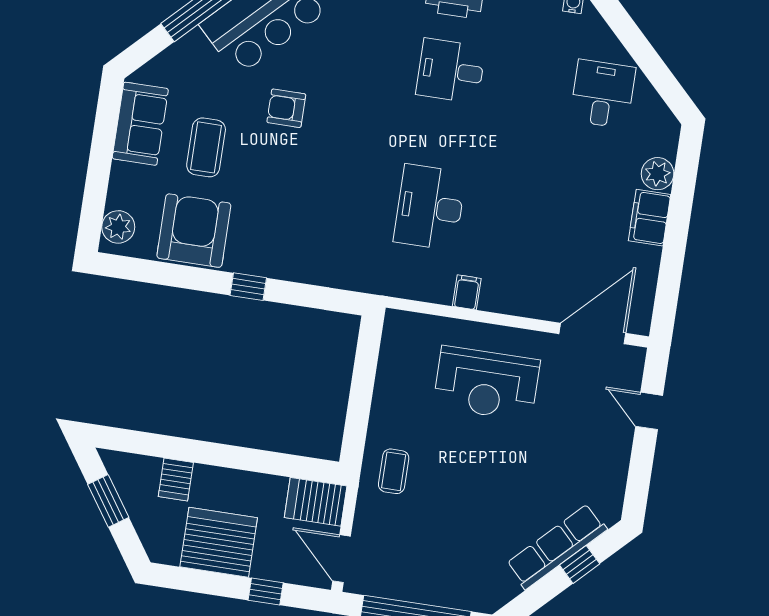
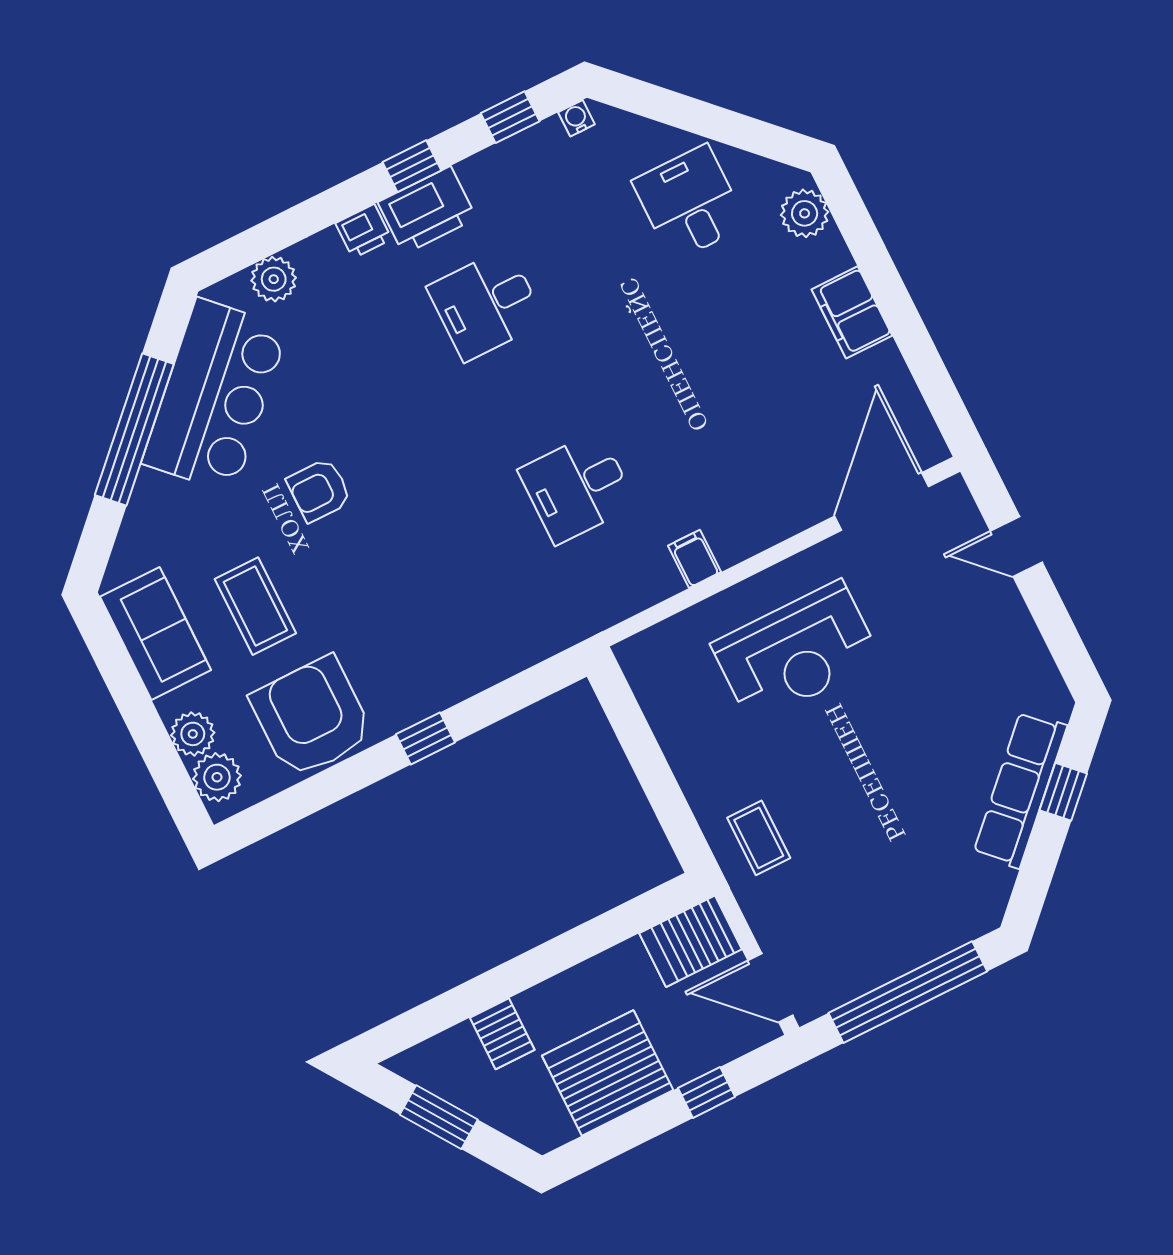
plant: (658, 174) -> (805, 213), moved
plant: (122, 194) -> (193, 734), added
desk: (430, 207) -> (577, 487), width x0.73

